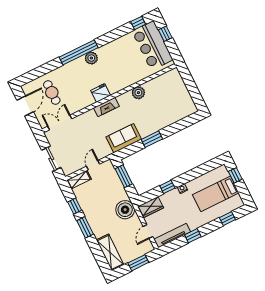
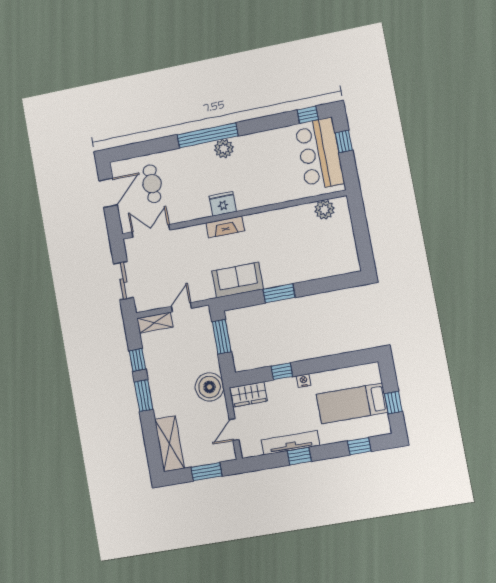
plant: (138, 93) -> (324, 210), moved
window: (235, 175) -> (393, 402), moved
tv unit: (172, 236) -> (291, 443), moved

